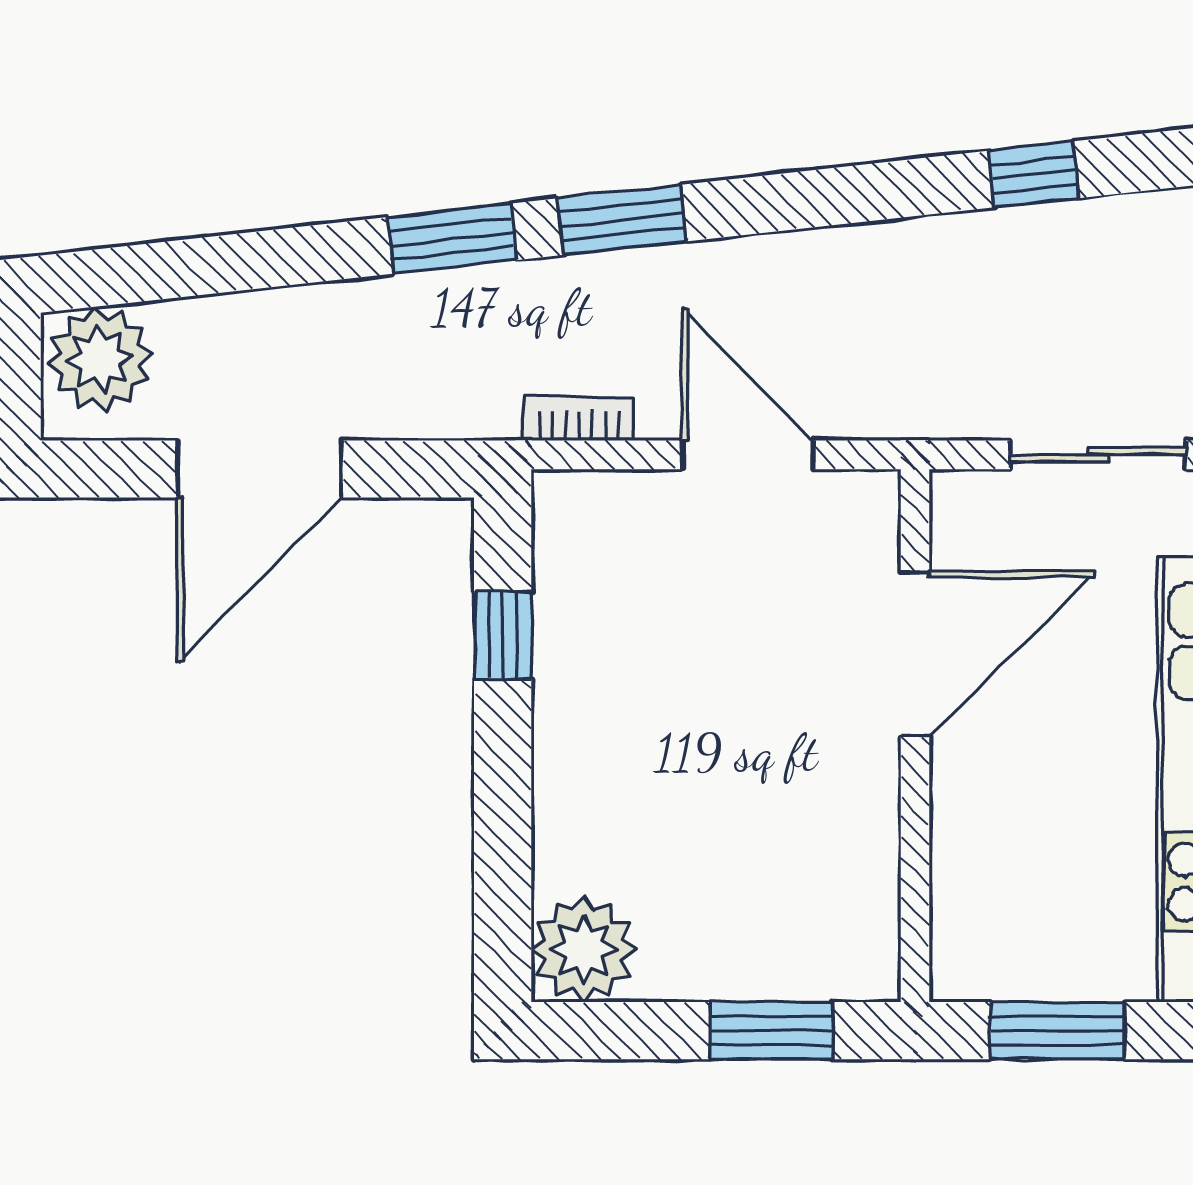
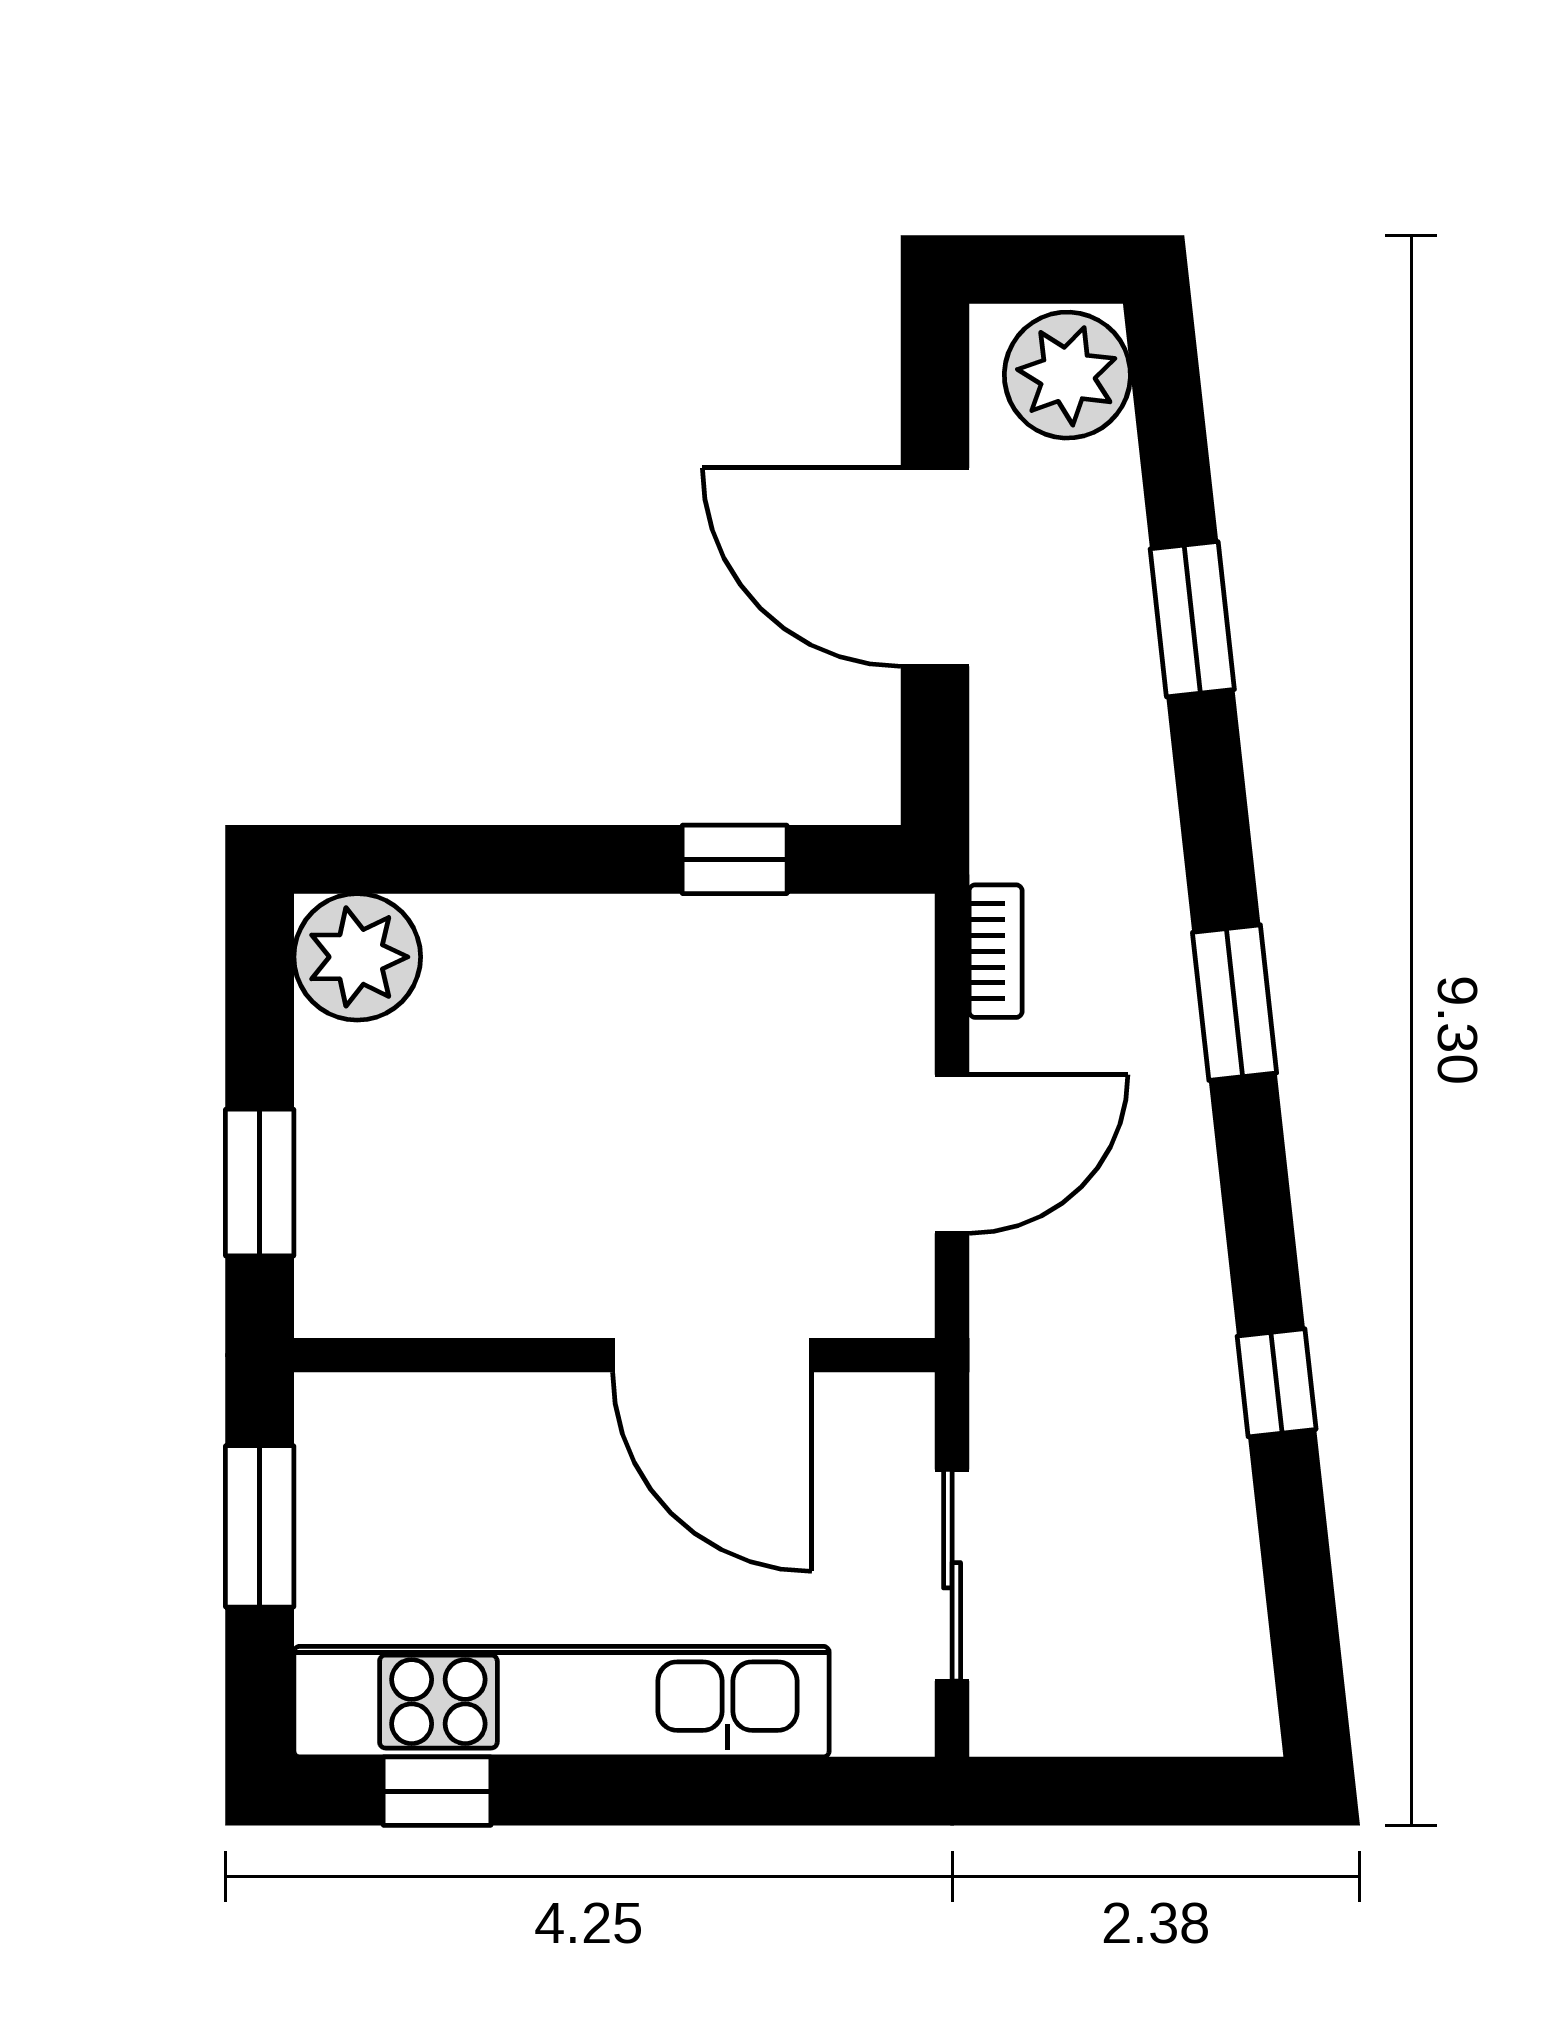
window: (1034, 174) -> (1277, 1383), moved
window: (452, 239) -> (1192, 619), moved

